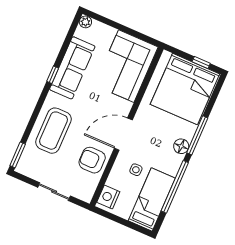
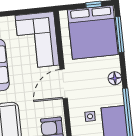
door: (123, 134) -> (64, 84), moved
window: (197, 135) -> (120, 34), moved

